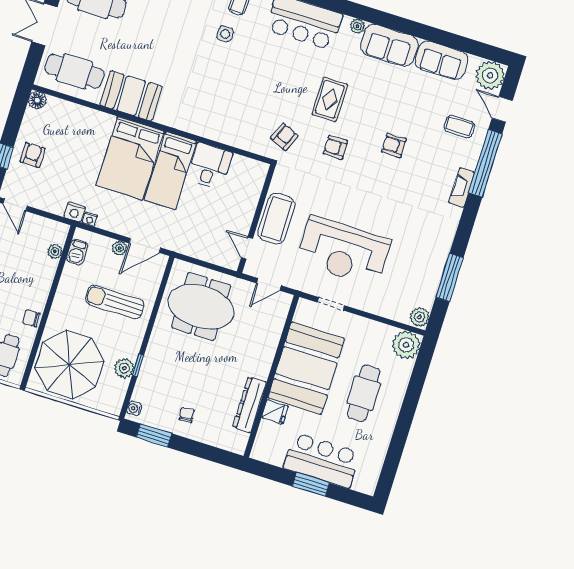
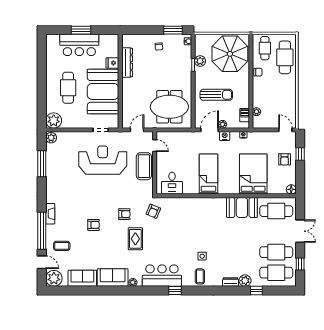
bed: (130, 158) -> (253, 174), moved
desk: (210, 166) -> (172, 183), moved
nightstand: (75, 212) -> (225, 136), moved

